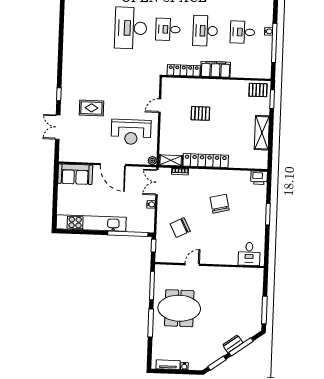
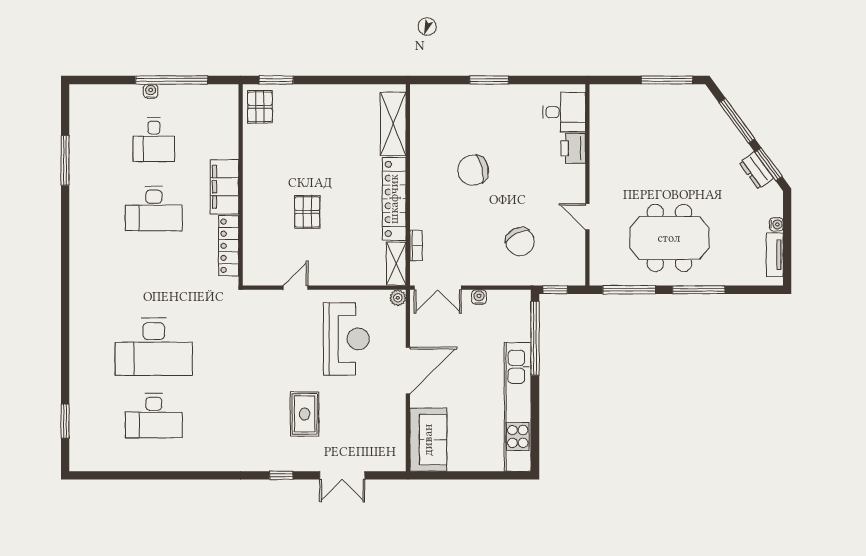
desk: (168, 29) -> (154, 416), moved, width x1.37
door: (160, 106) -> (296, 288), swing flipped
shelving: (262, 133) -> (393, 124), moved, turned 90
printer: (259, 178) -> (573, 148), moved, turned 180
meeting table: (179, 308) -> (669, 238), turned 90
dresser: (233, 344) -> (756, 170), moved

